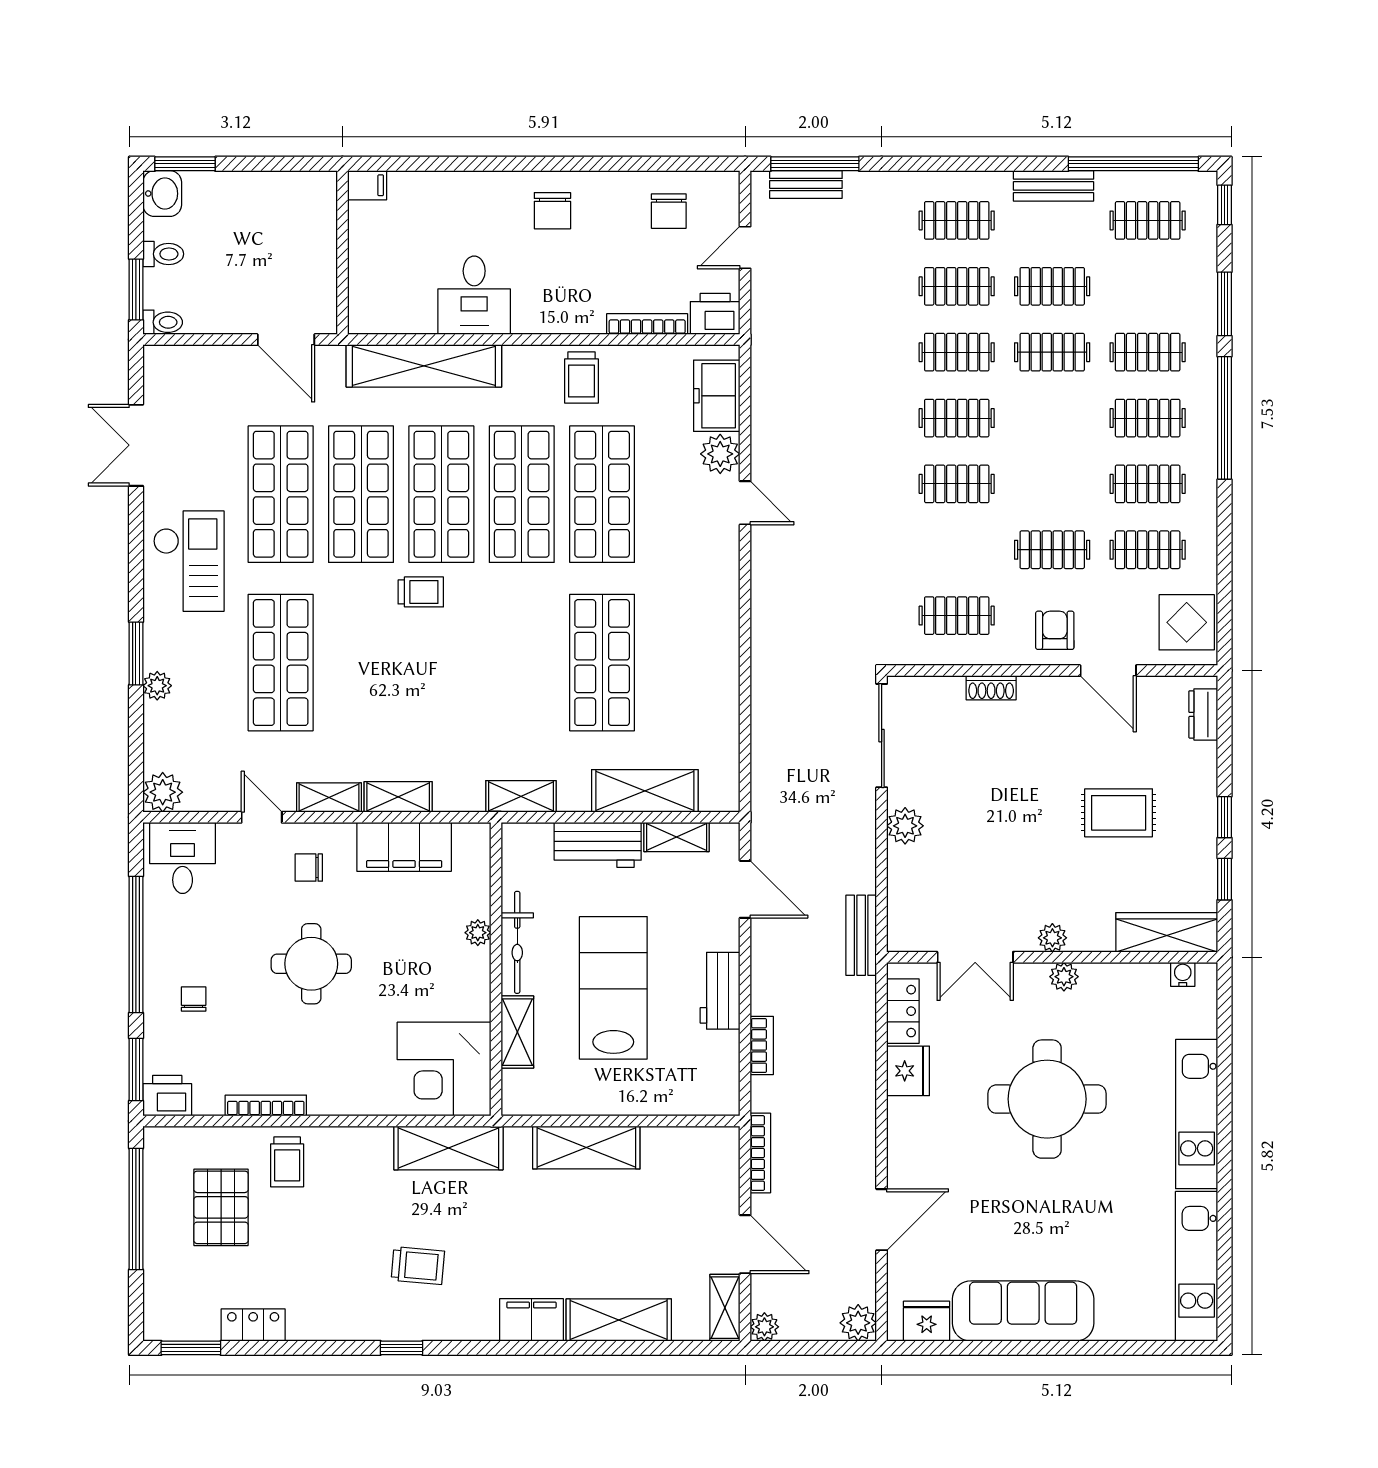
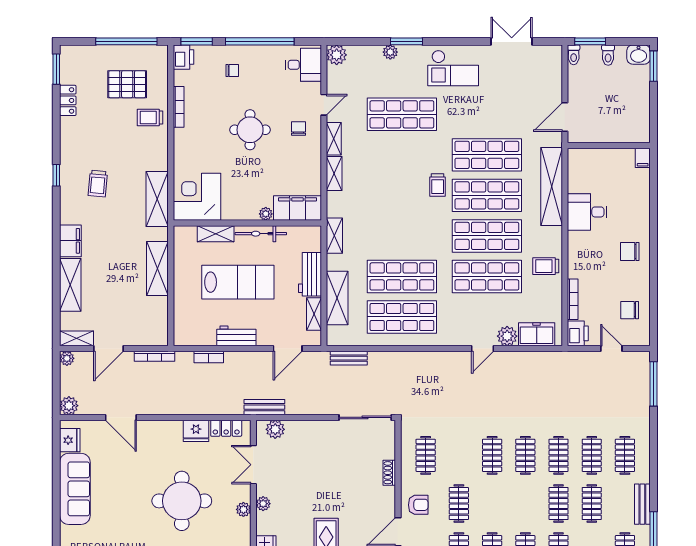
bench: (806, 184) -> (349, 358), moved, turned 90
shop shelf: (281, 494) -> (402, 317), moved
plant: (905, 826) -> (275, 429), moved
filing cabinet: (404, 847) -> (298, 208), moved, turned 90

